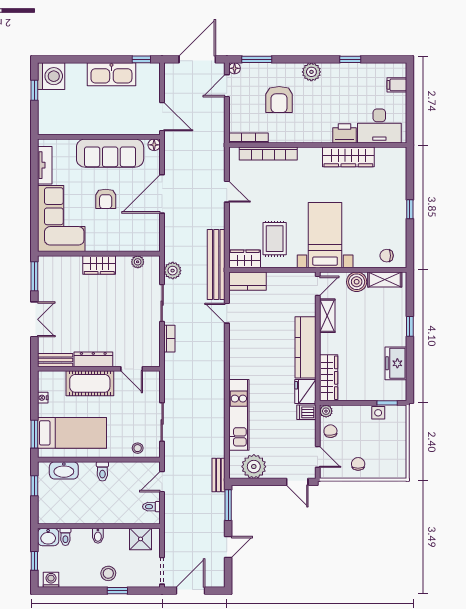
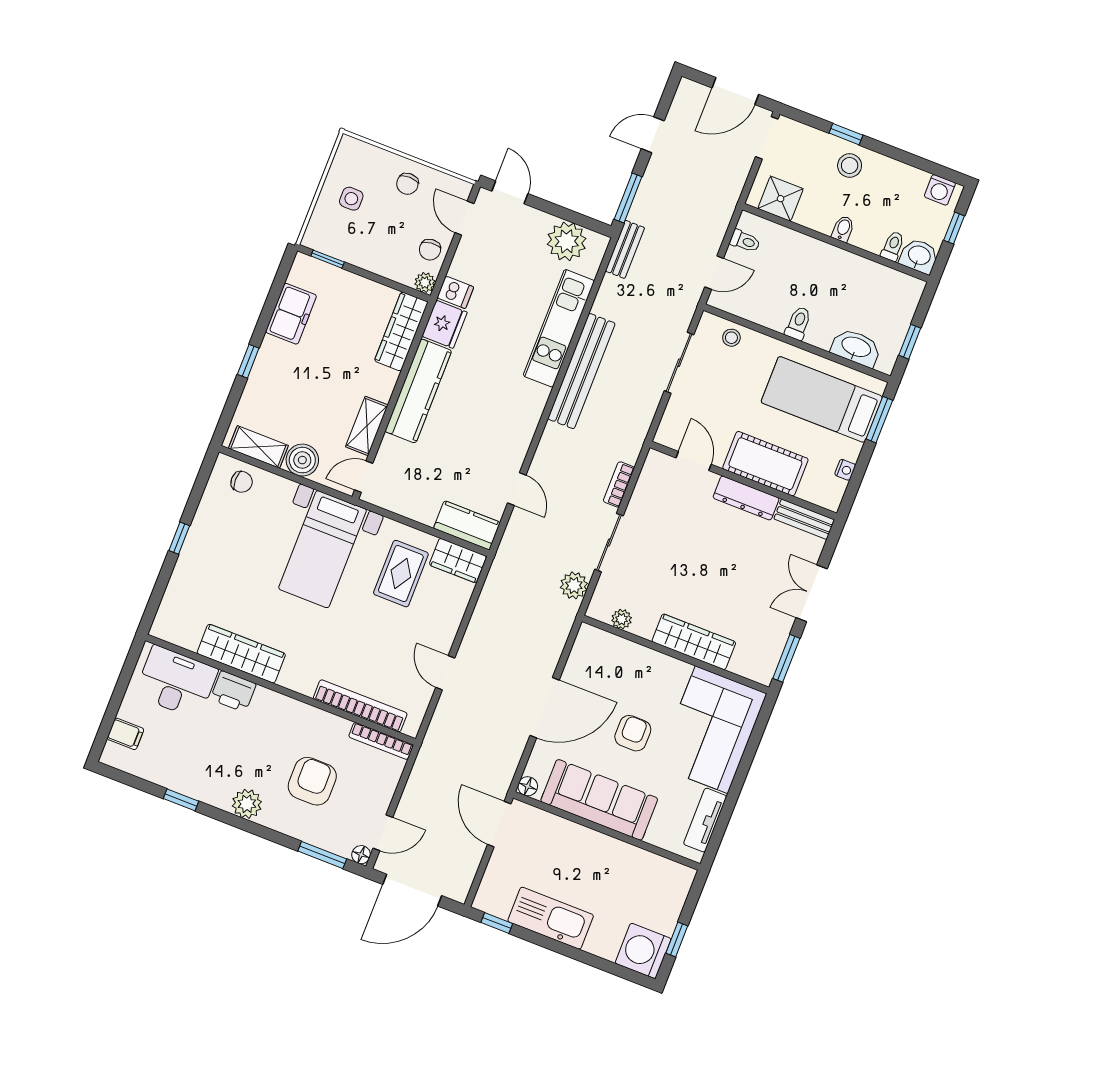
bench: (216, 264) -> (581, 371), moved
wardrobe: (99, 265) -> (694, 642), width x1.50
side table: (378, 413) -> (351, 199), moved

